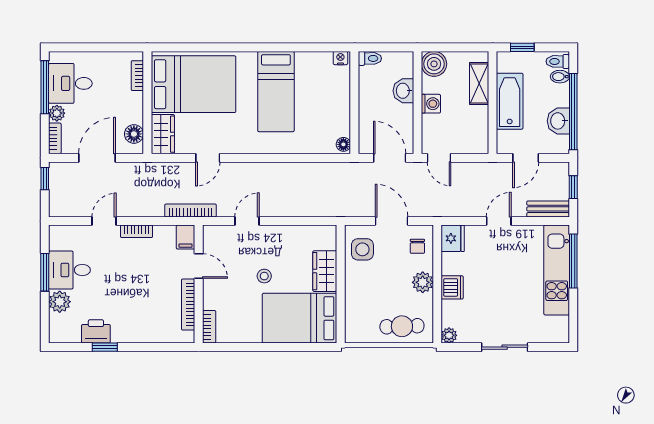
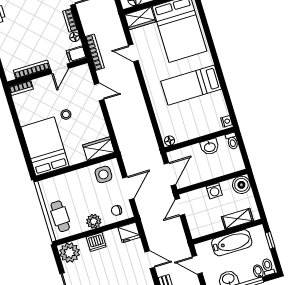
washbasin: (403, 91) -> (210, 147), moved, turned 180
floor lamp: (161, 232) -> (75, 37), added
wardrobe: (325, 271) -> (99, 149), moved
plant: (449, 335) -> (70, 253), width x1.88, depth x1.88

